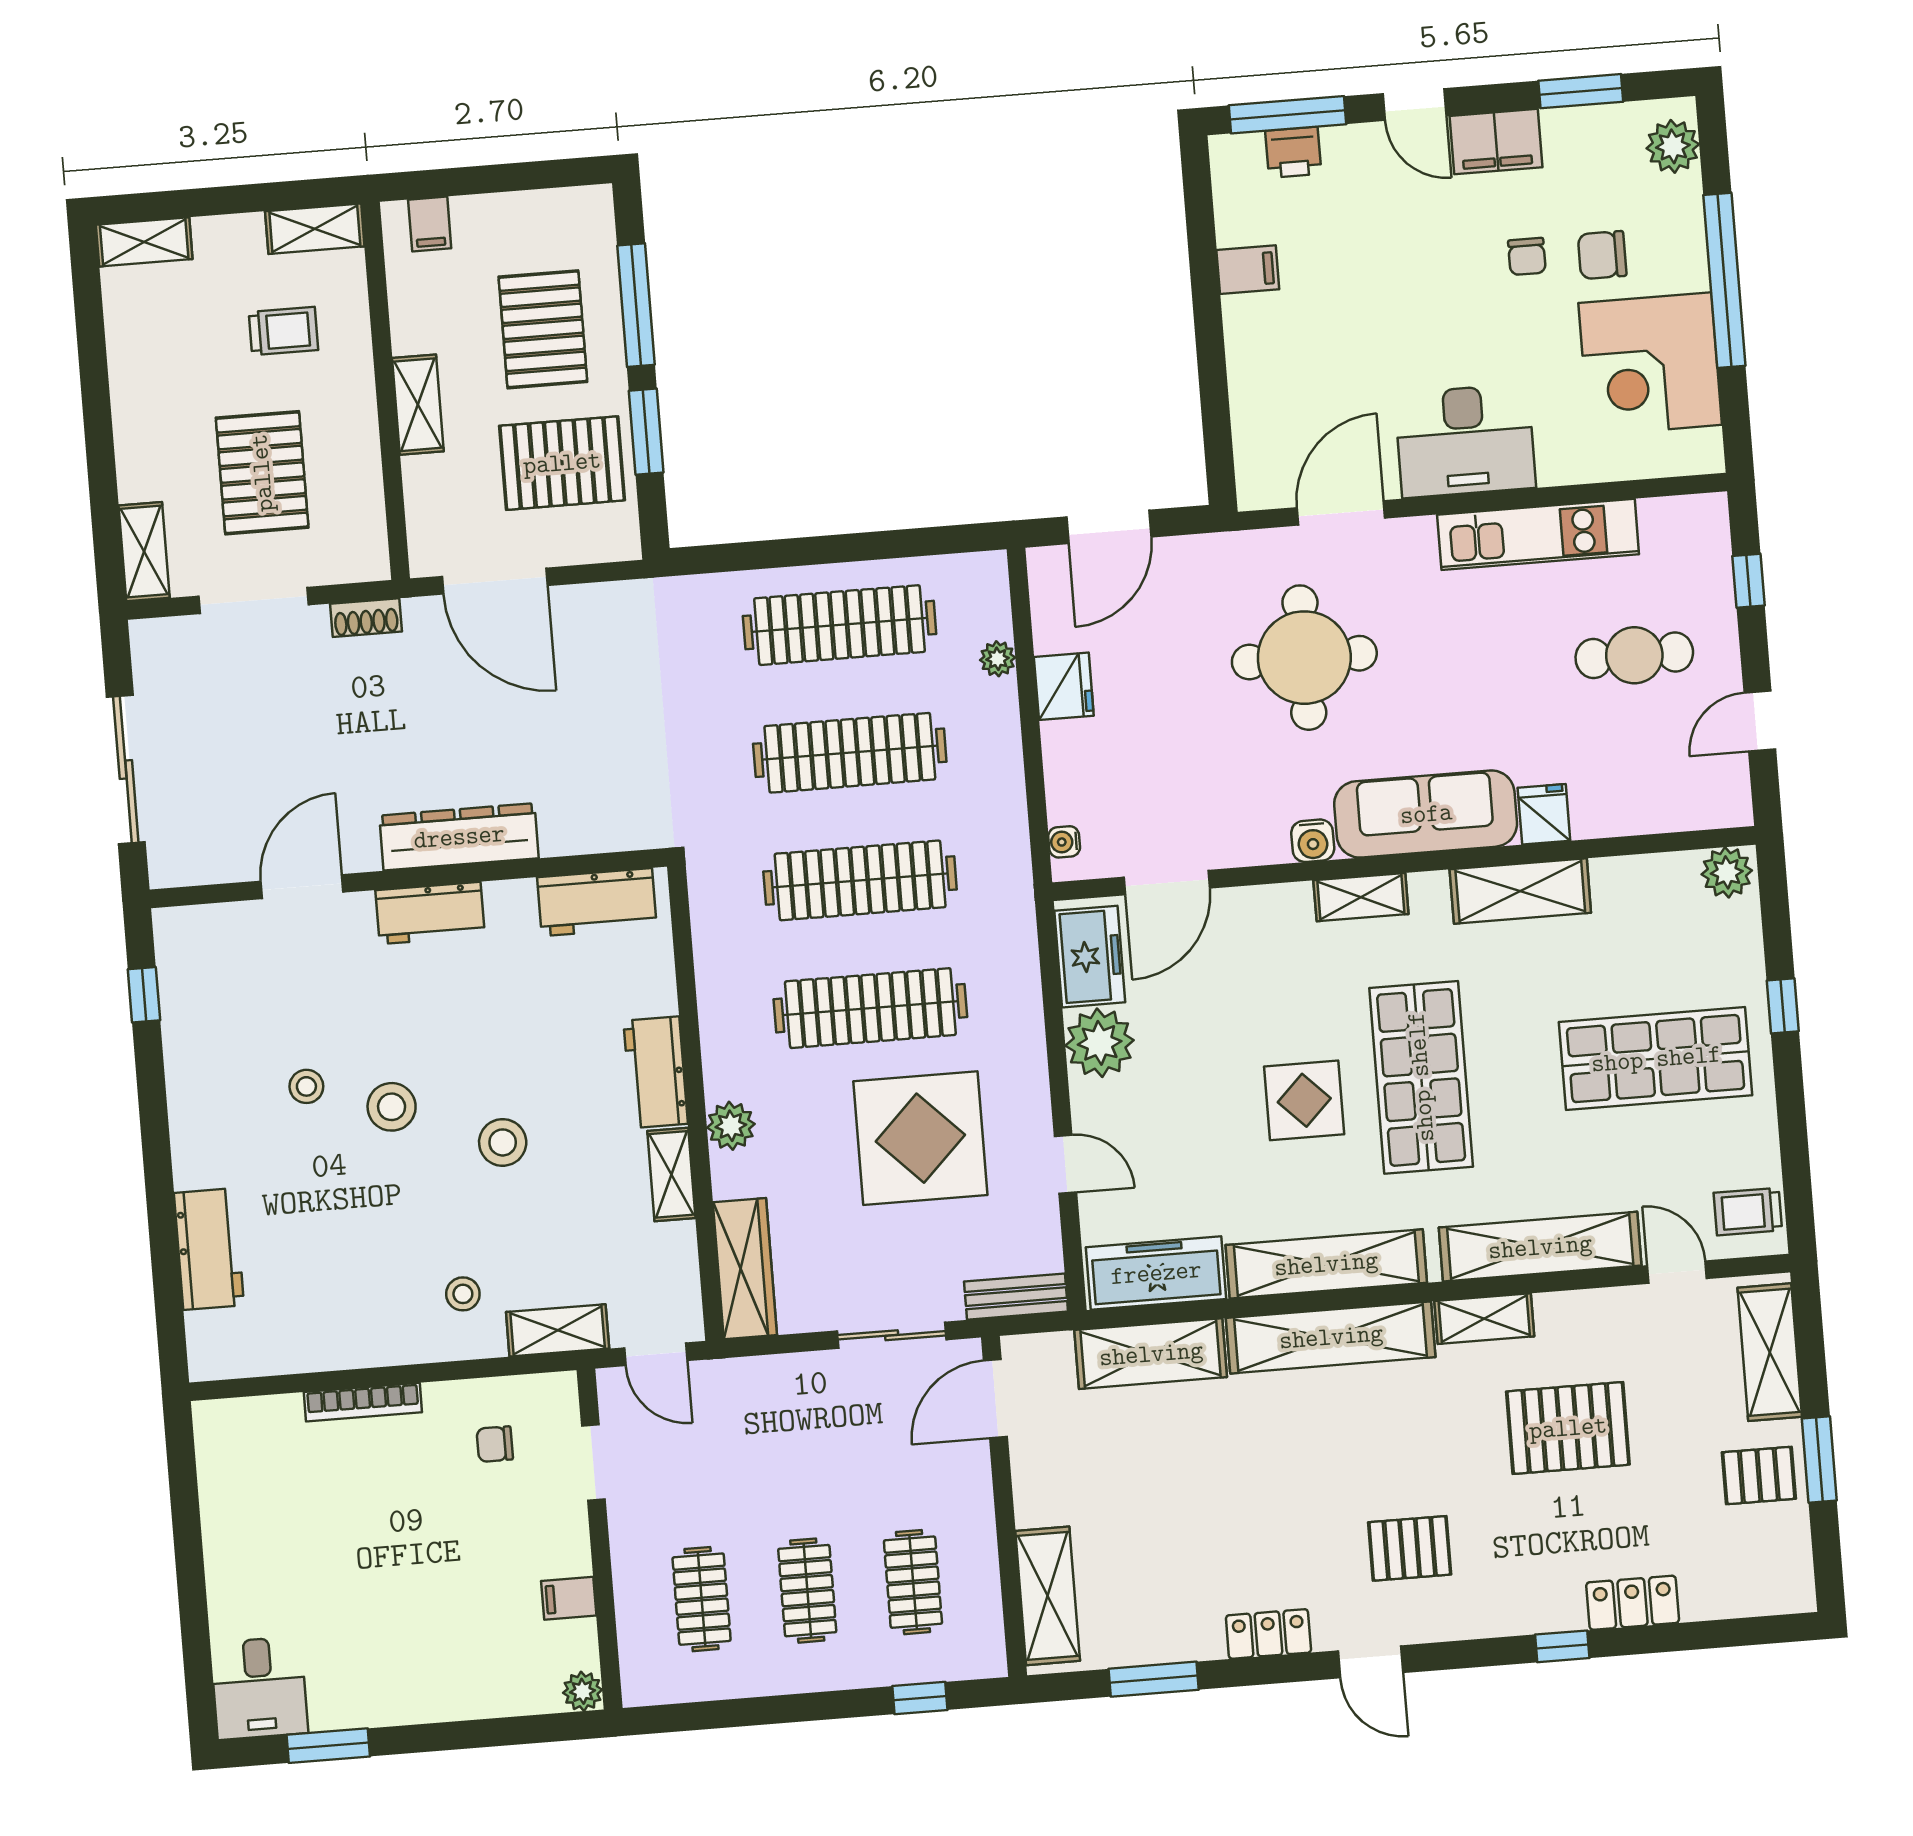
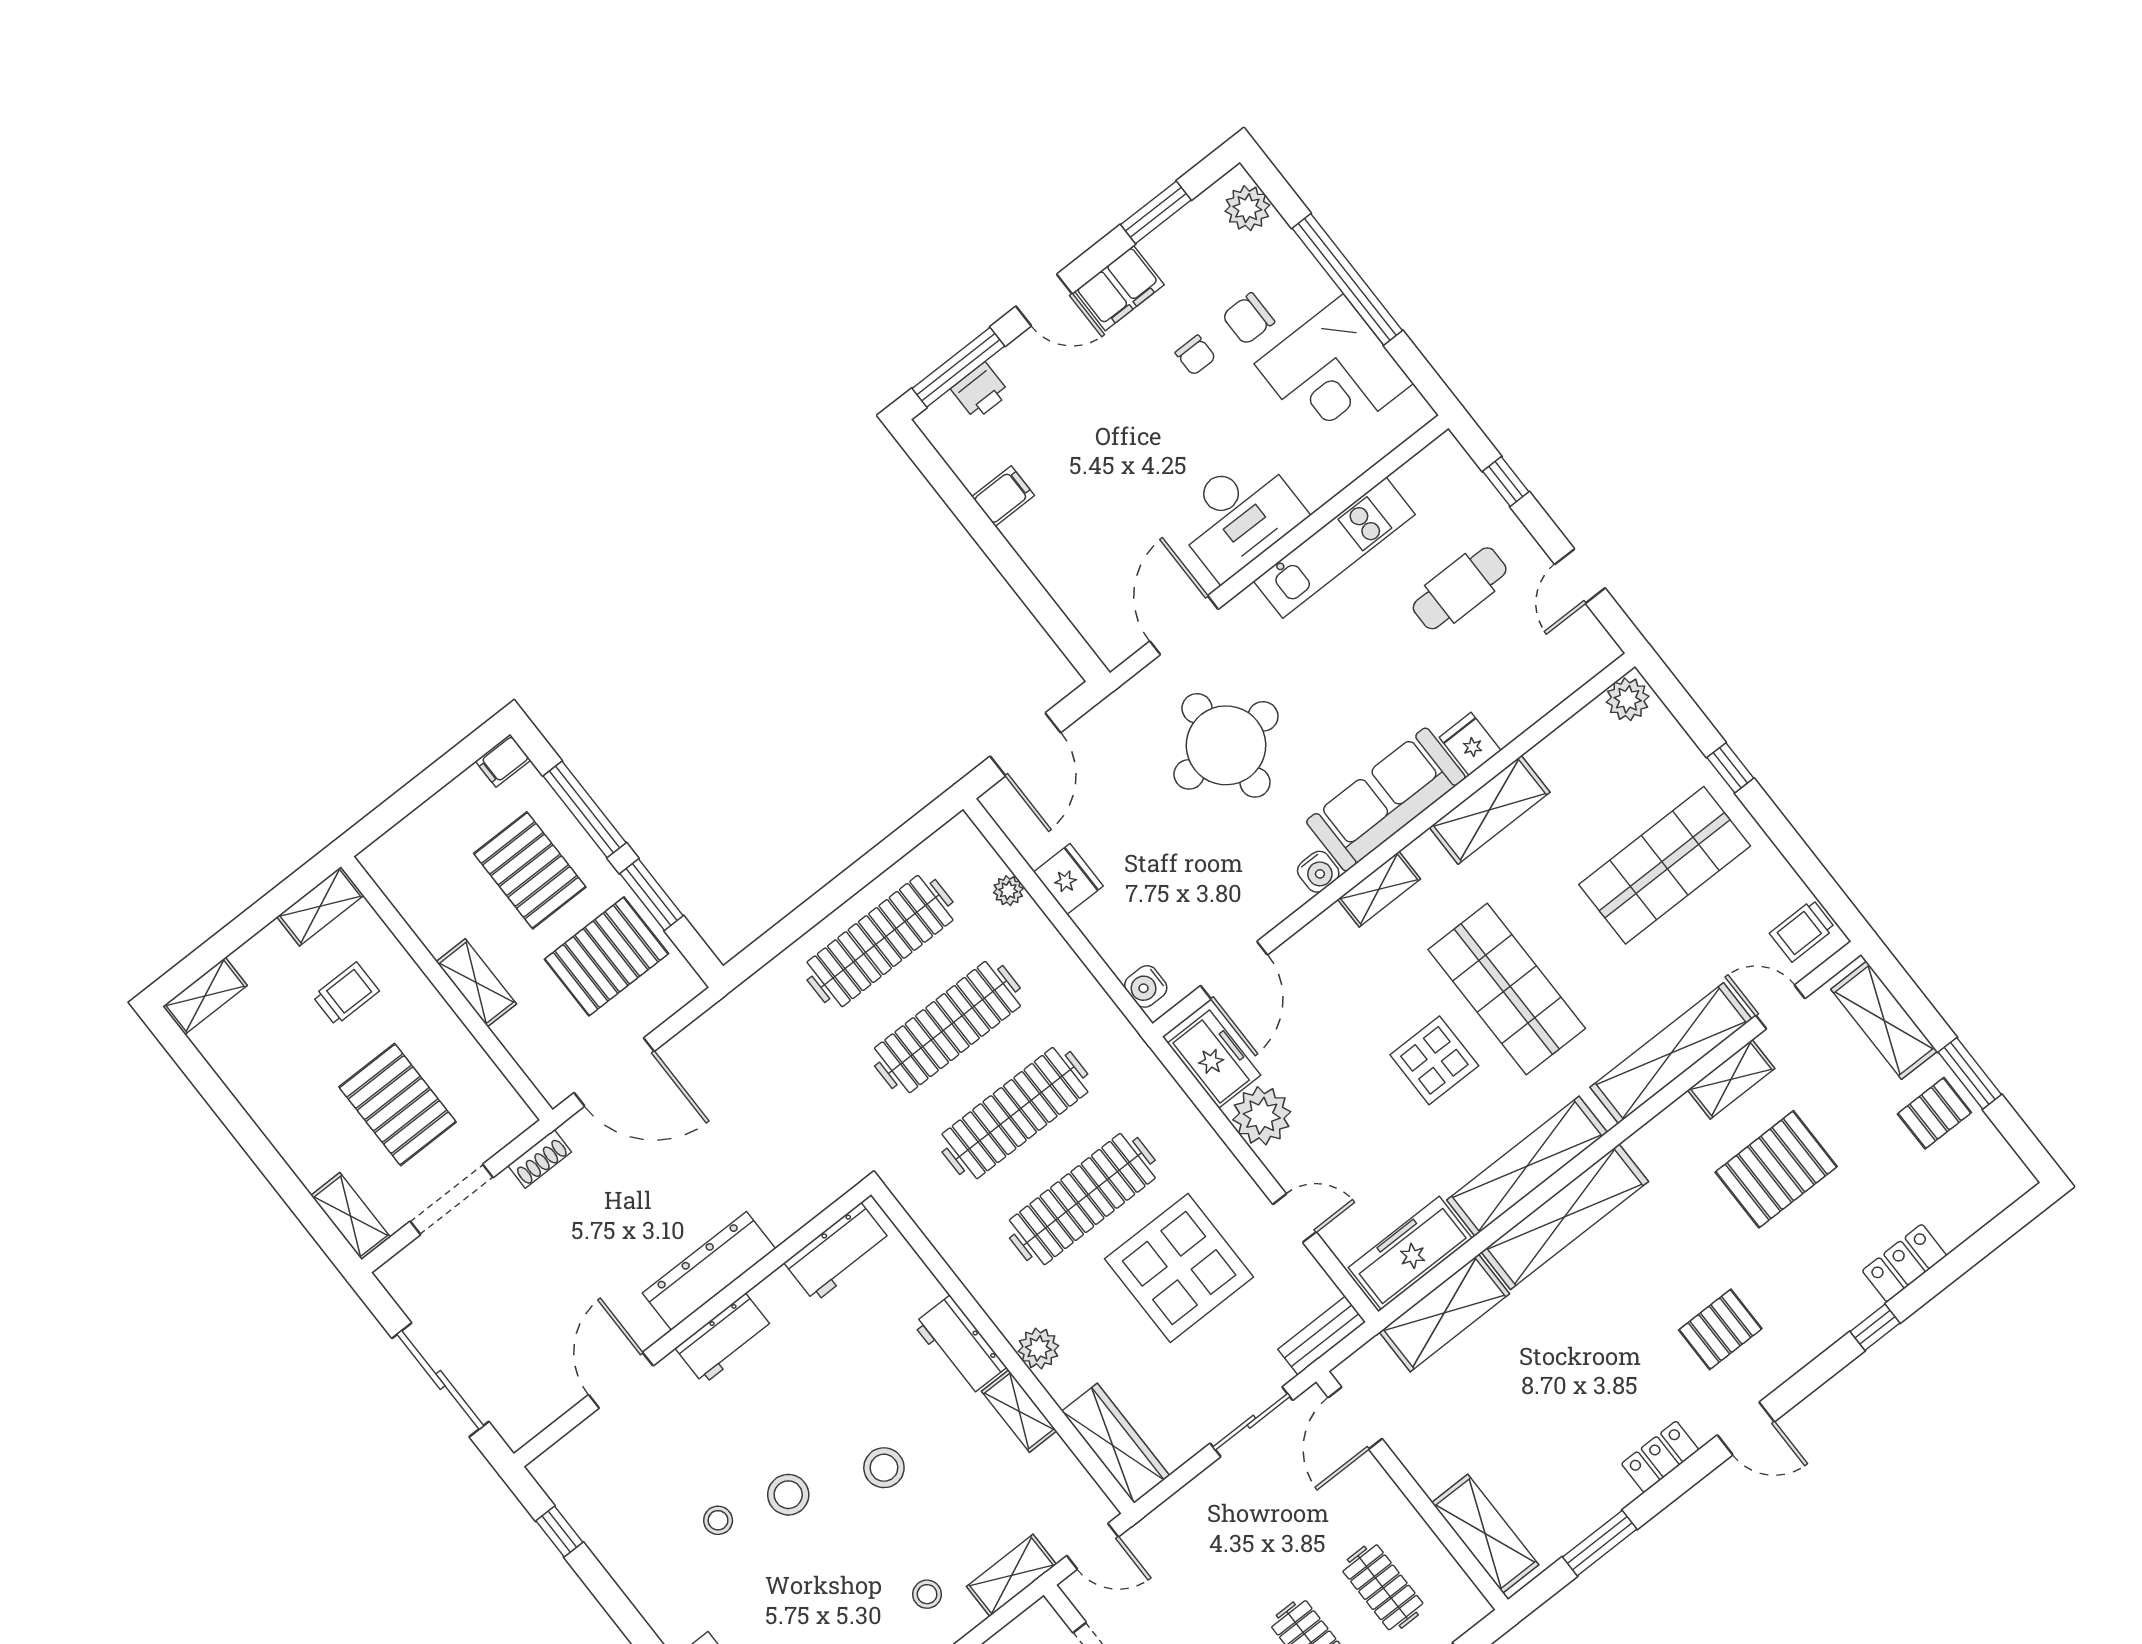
filing cabinet: (430, 224) -> (503, 761), moved, turned 90
water cooler: (1064, 842) -> (1146, 986), width x1.38, depth x1.38
shelving: (1484, 1319) -> (1731, 1079), moved

